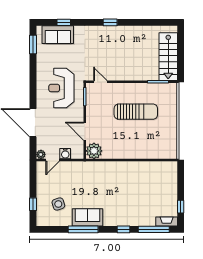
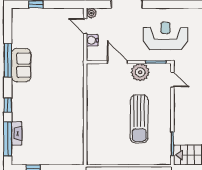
door: (100, 82) -> (172, 79), hinge flipped
door: (85, 131) -> (117, 62), hinge flipped
plant: (94, 151) -> (140, 72), moved
side table: (58, 204) -> (36, 33), removed
fireplace: (167, 222) -> (17, 133), moved

